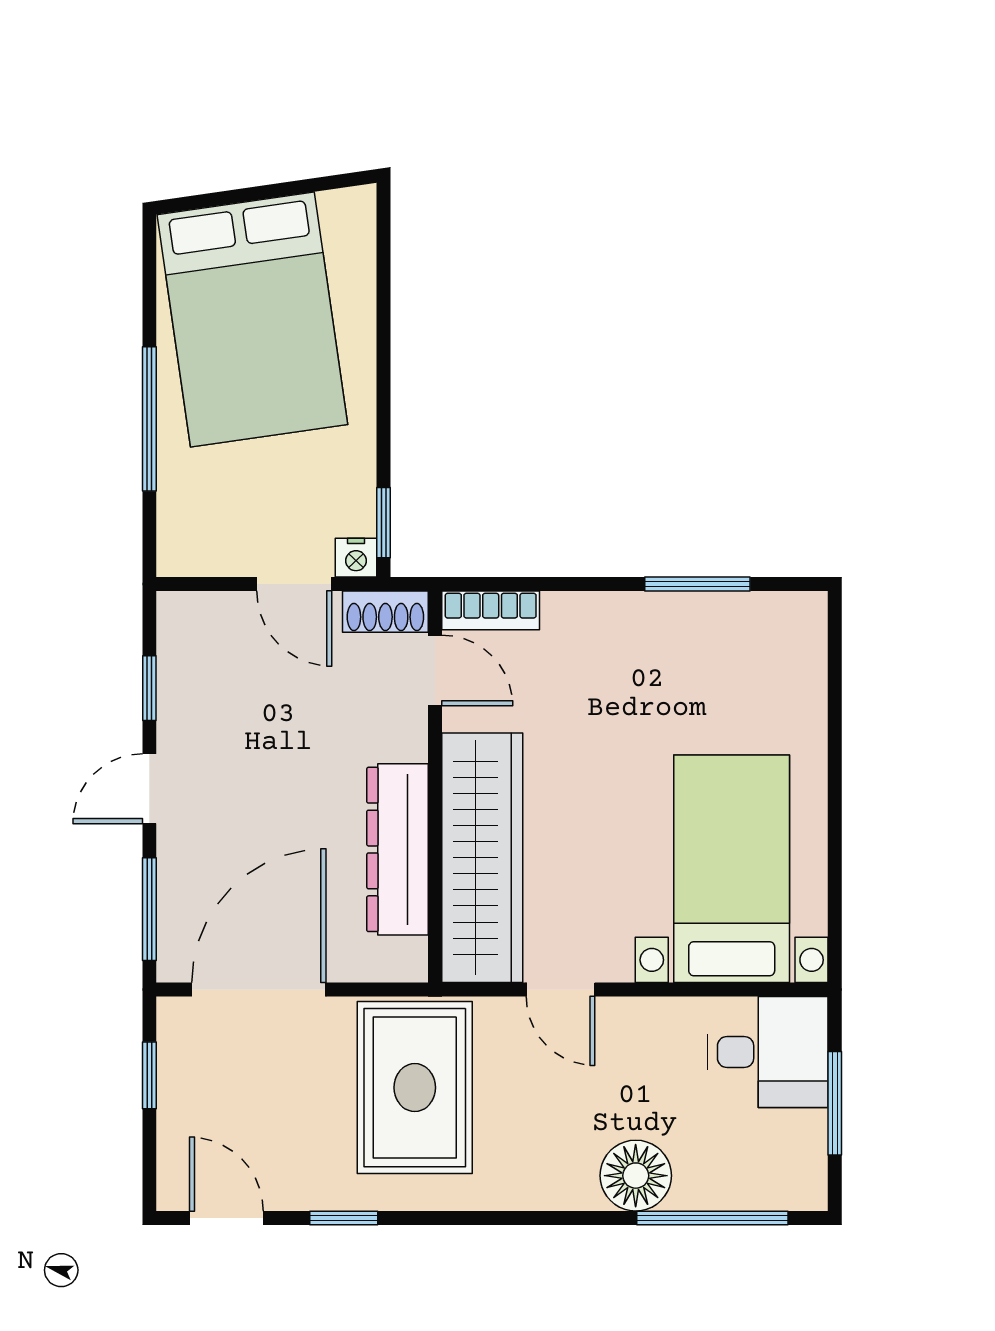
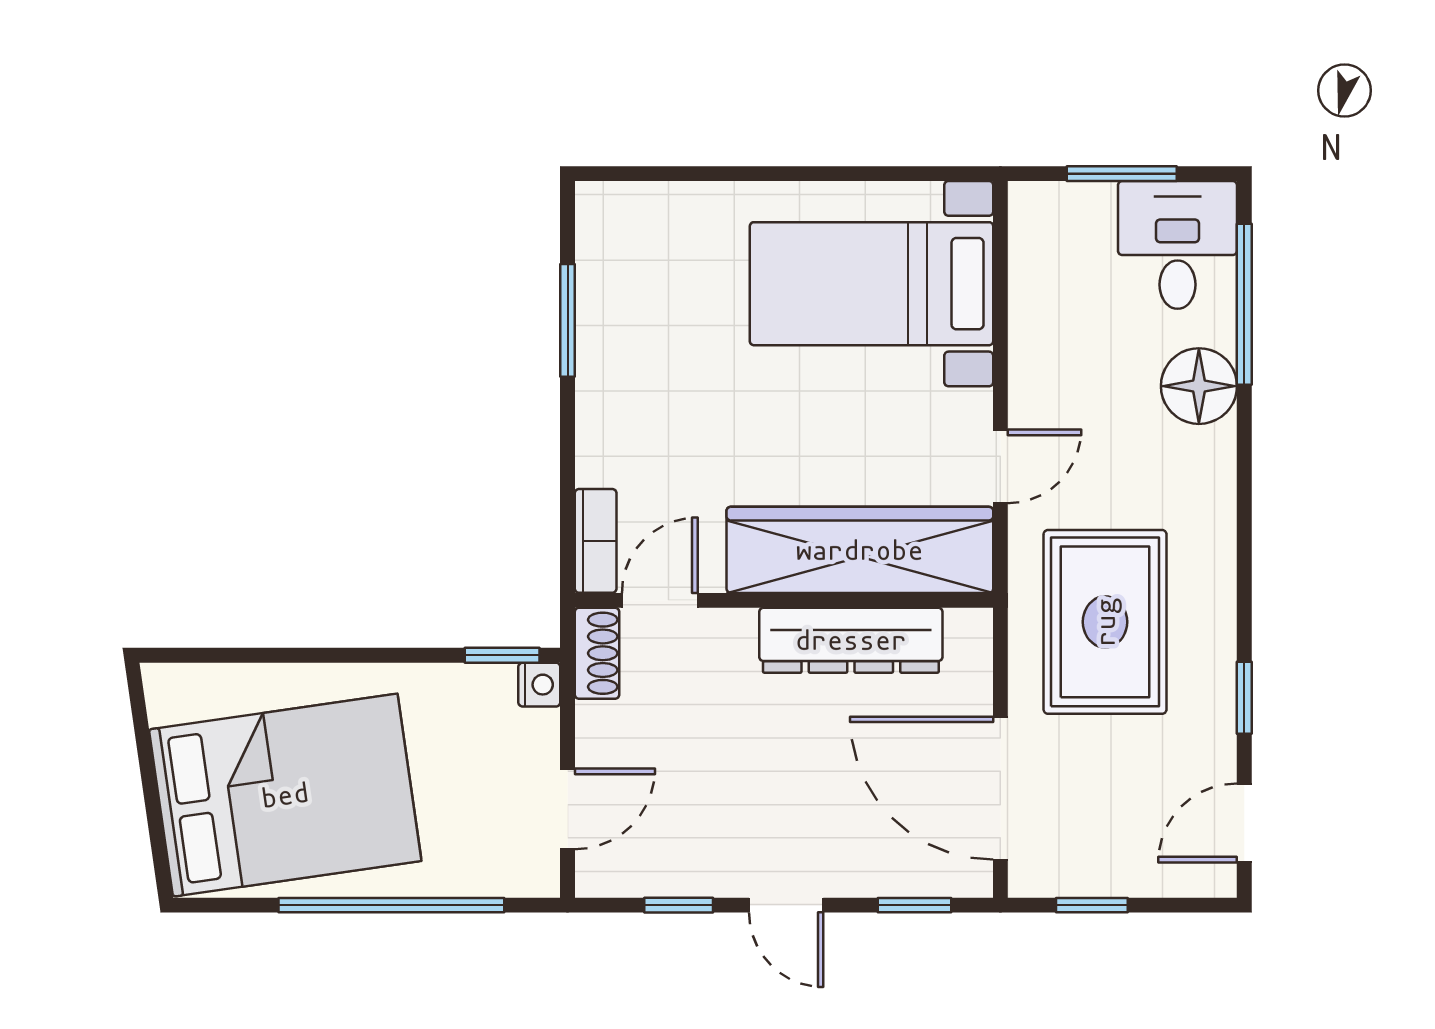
window: (149, 419) -> (391, 905), width x1.46
door: (294, 584) -> (568, 809), moved
window: (149, 909) -> (915, 905), width x0.67
desk: (768, 1052) -> (1178, 245), moved
rug: (415, 1088) -> (1105, 622), turned 90

